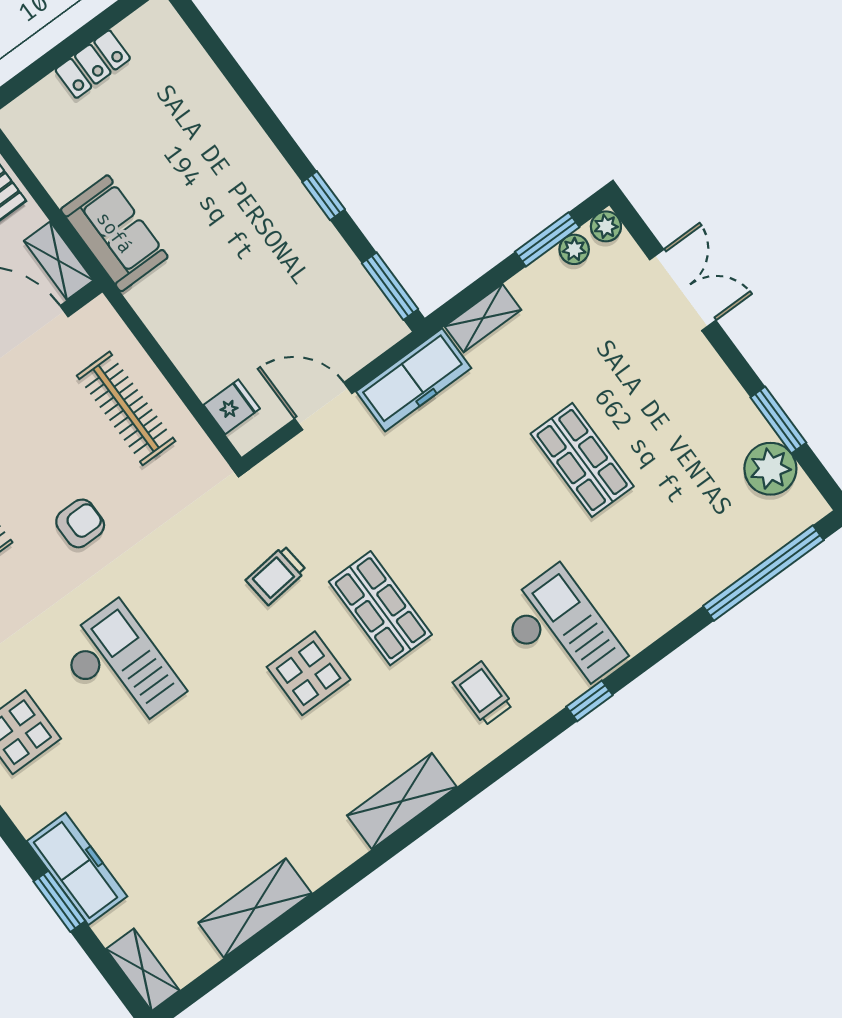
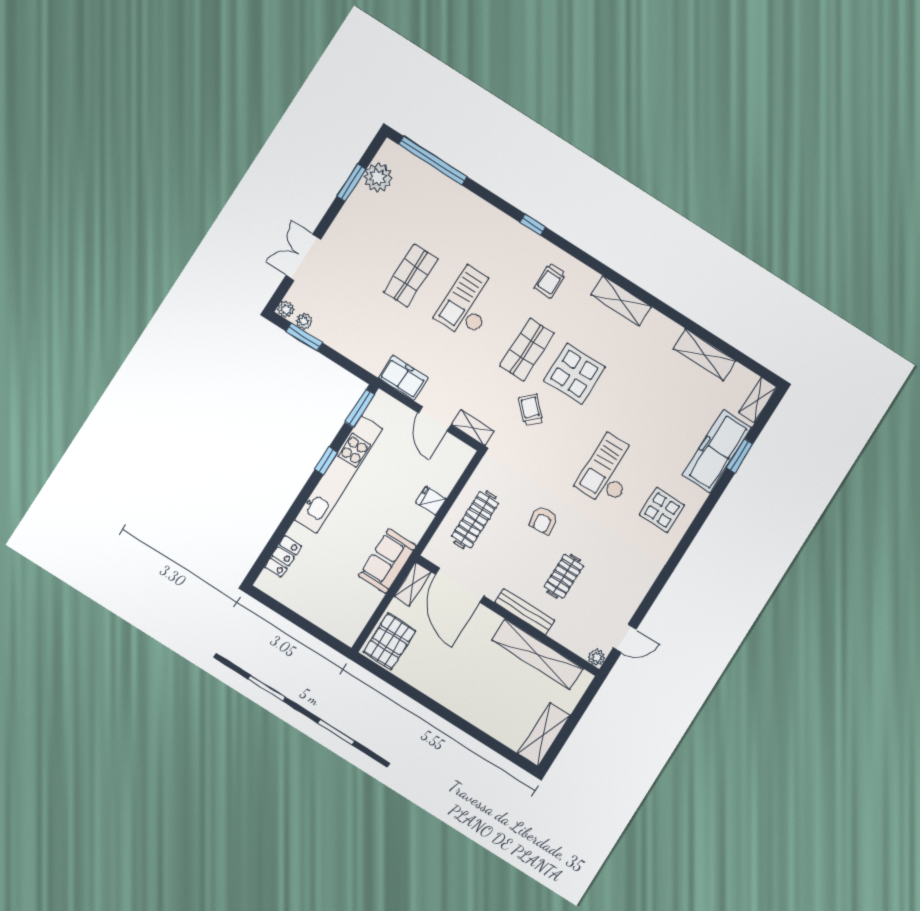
locker: (93, 64) -> (283, 556), moved, turned 90
kitchen unit: (292, 208) -> (339, 474), added
shelving: (483, 318) -> (473, 428), moved
freezer: (414, 380) -> (403, 378), width x0.71
fridge: (232, 407) -> (431, 501), moved
armchair: (80, 523) -> (543, 520), turned -97
trolley: (276, 575) -> (531, 410), turned -128
checkout: (561, 633) -> (469, 303), moved
display table: (309, 673) -> (574, 374), width x1.36, depth x1.36
freezer: (77, 869) -> (717, 451), width x1.36, depth x1.26

